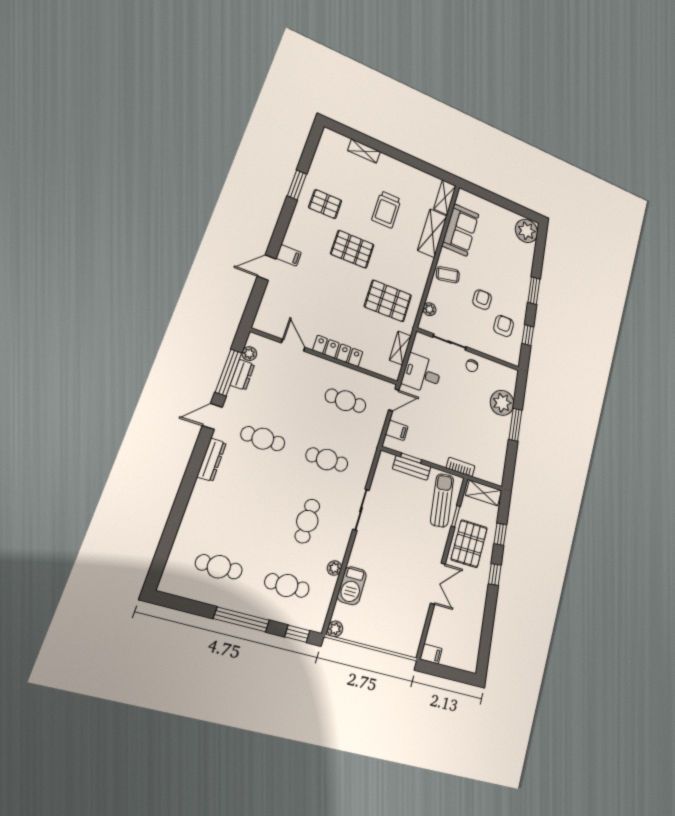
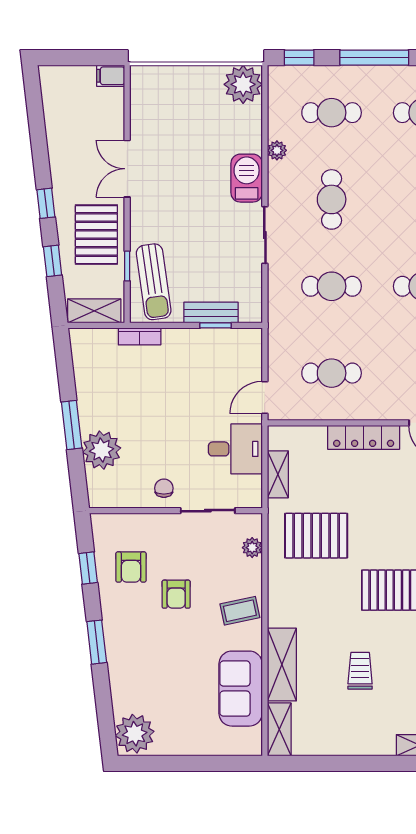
trolley: (386, 209) -> (360, 671), width x0.73, depth x0.72
filing cabinet: (397, 430) -> (248, 357), removed
barbecue: (352, 586) -> (247, 178), moved
plant: (335, 629) -> (243, 84), width x1.88, depth x1.88

